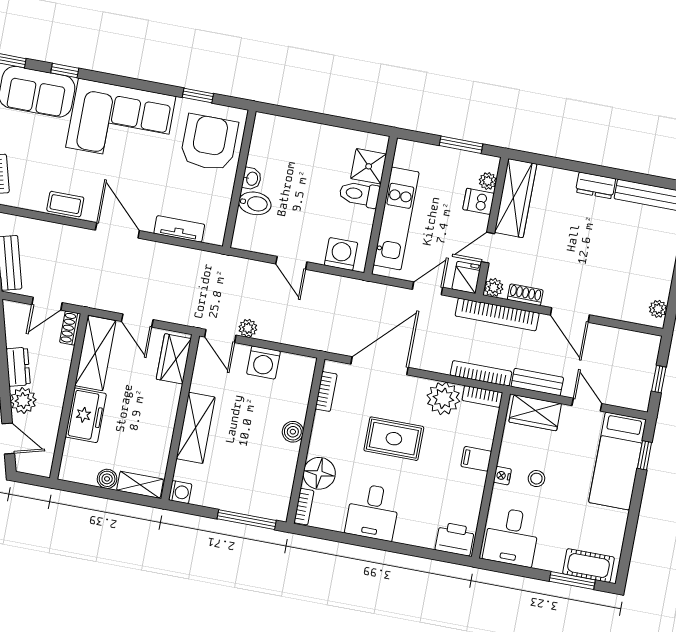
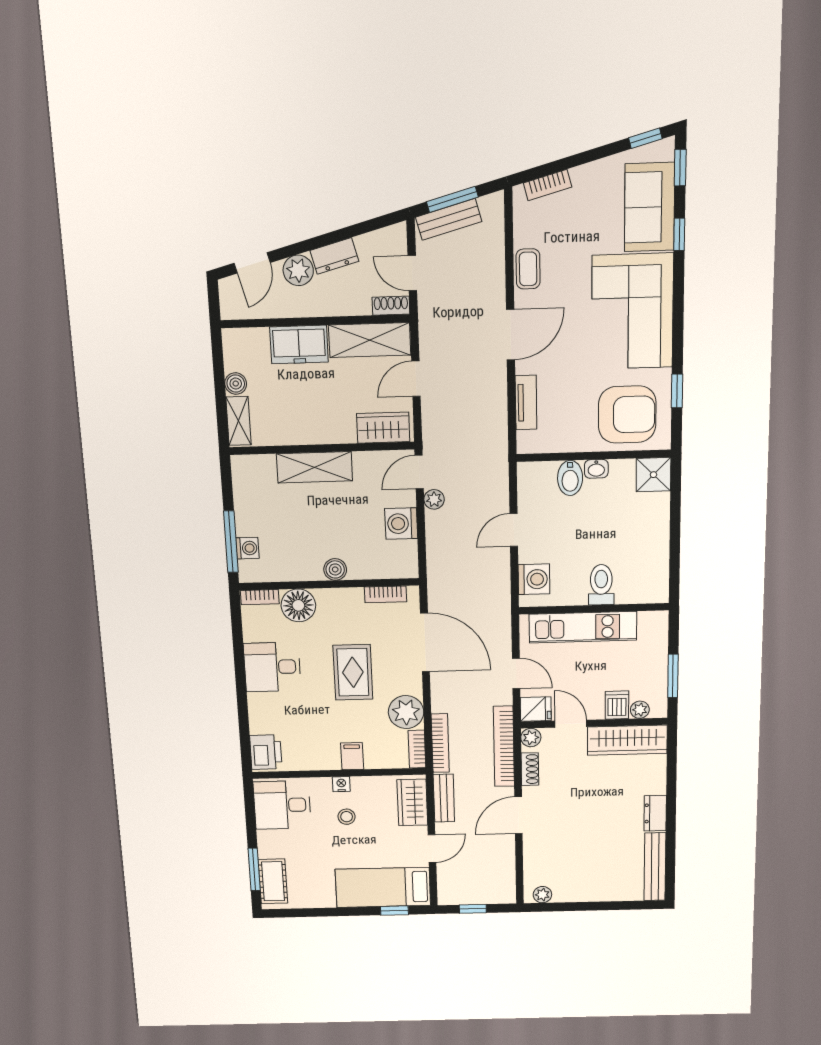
shower: (369, 166) -> (653, 475), moved
washing machine: (180, 492) -> (247, 548), moved, turned -90

